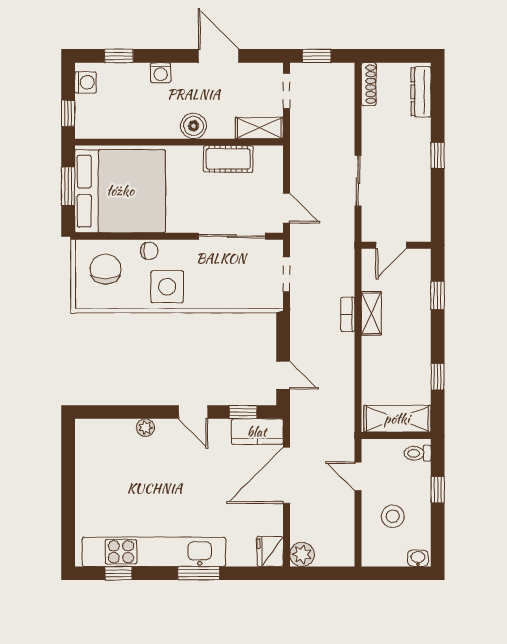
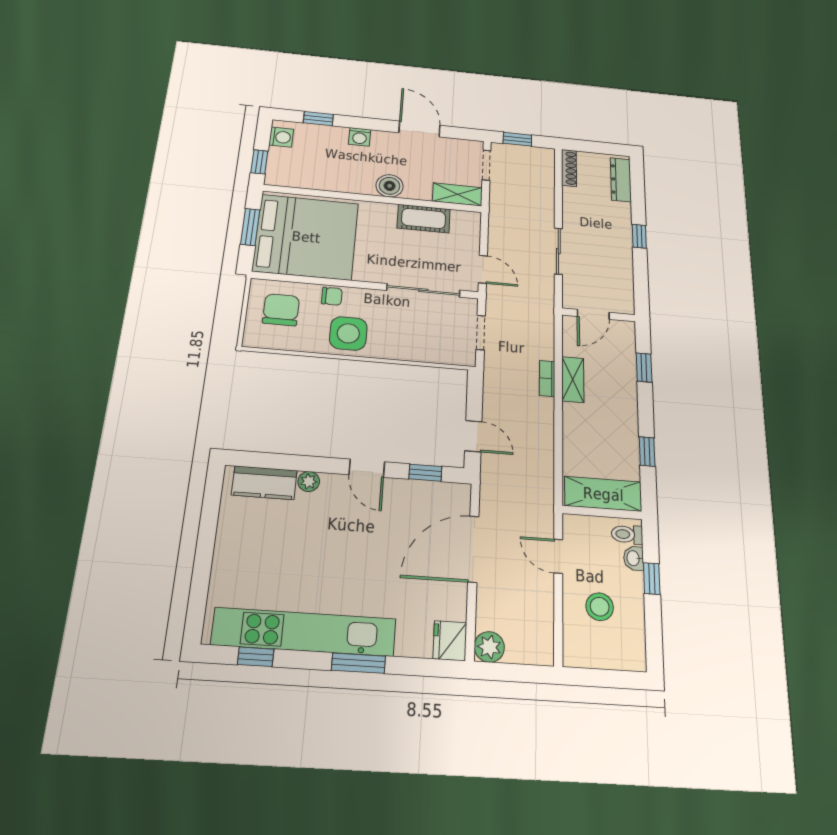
kitchen counter: (257, 432) -> (264, 483), moved
washbasin: (418, 558) -> (634, 558), moved, turned -90

